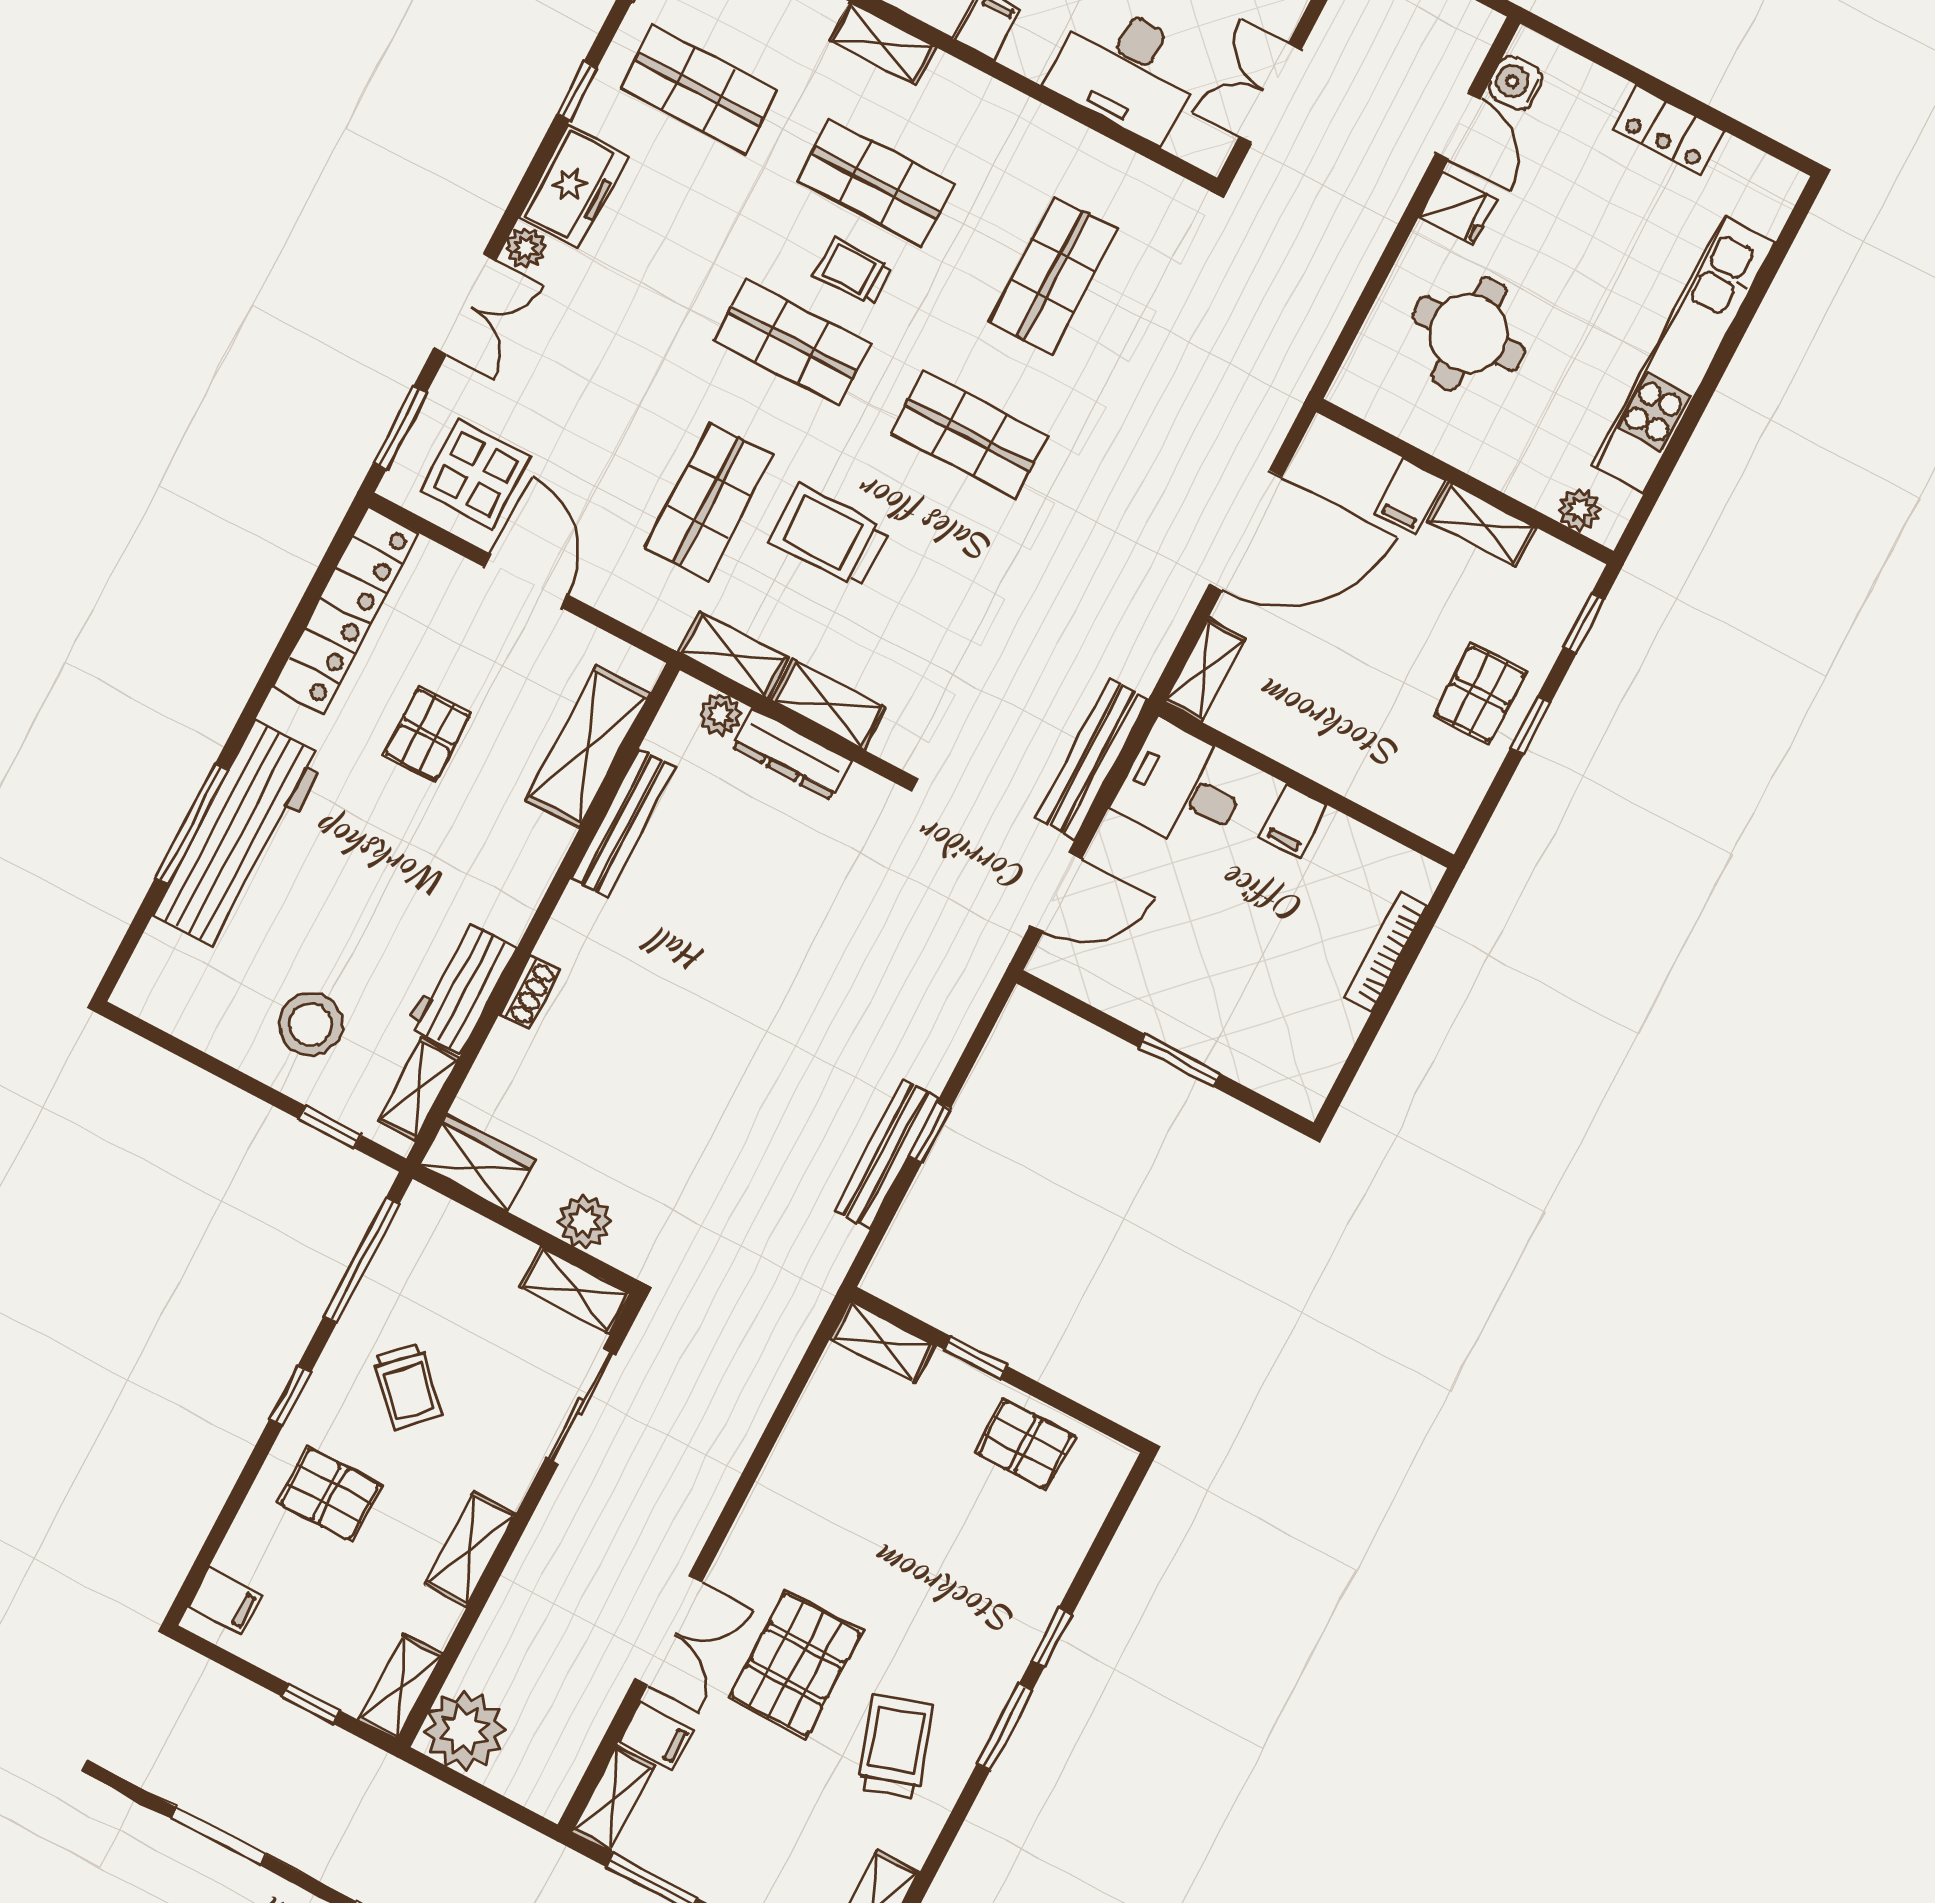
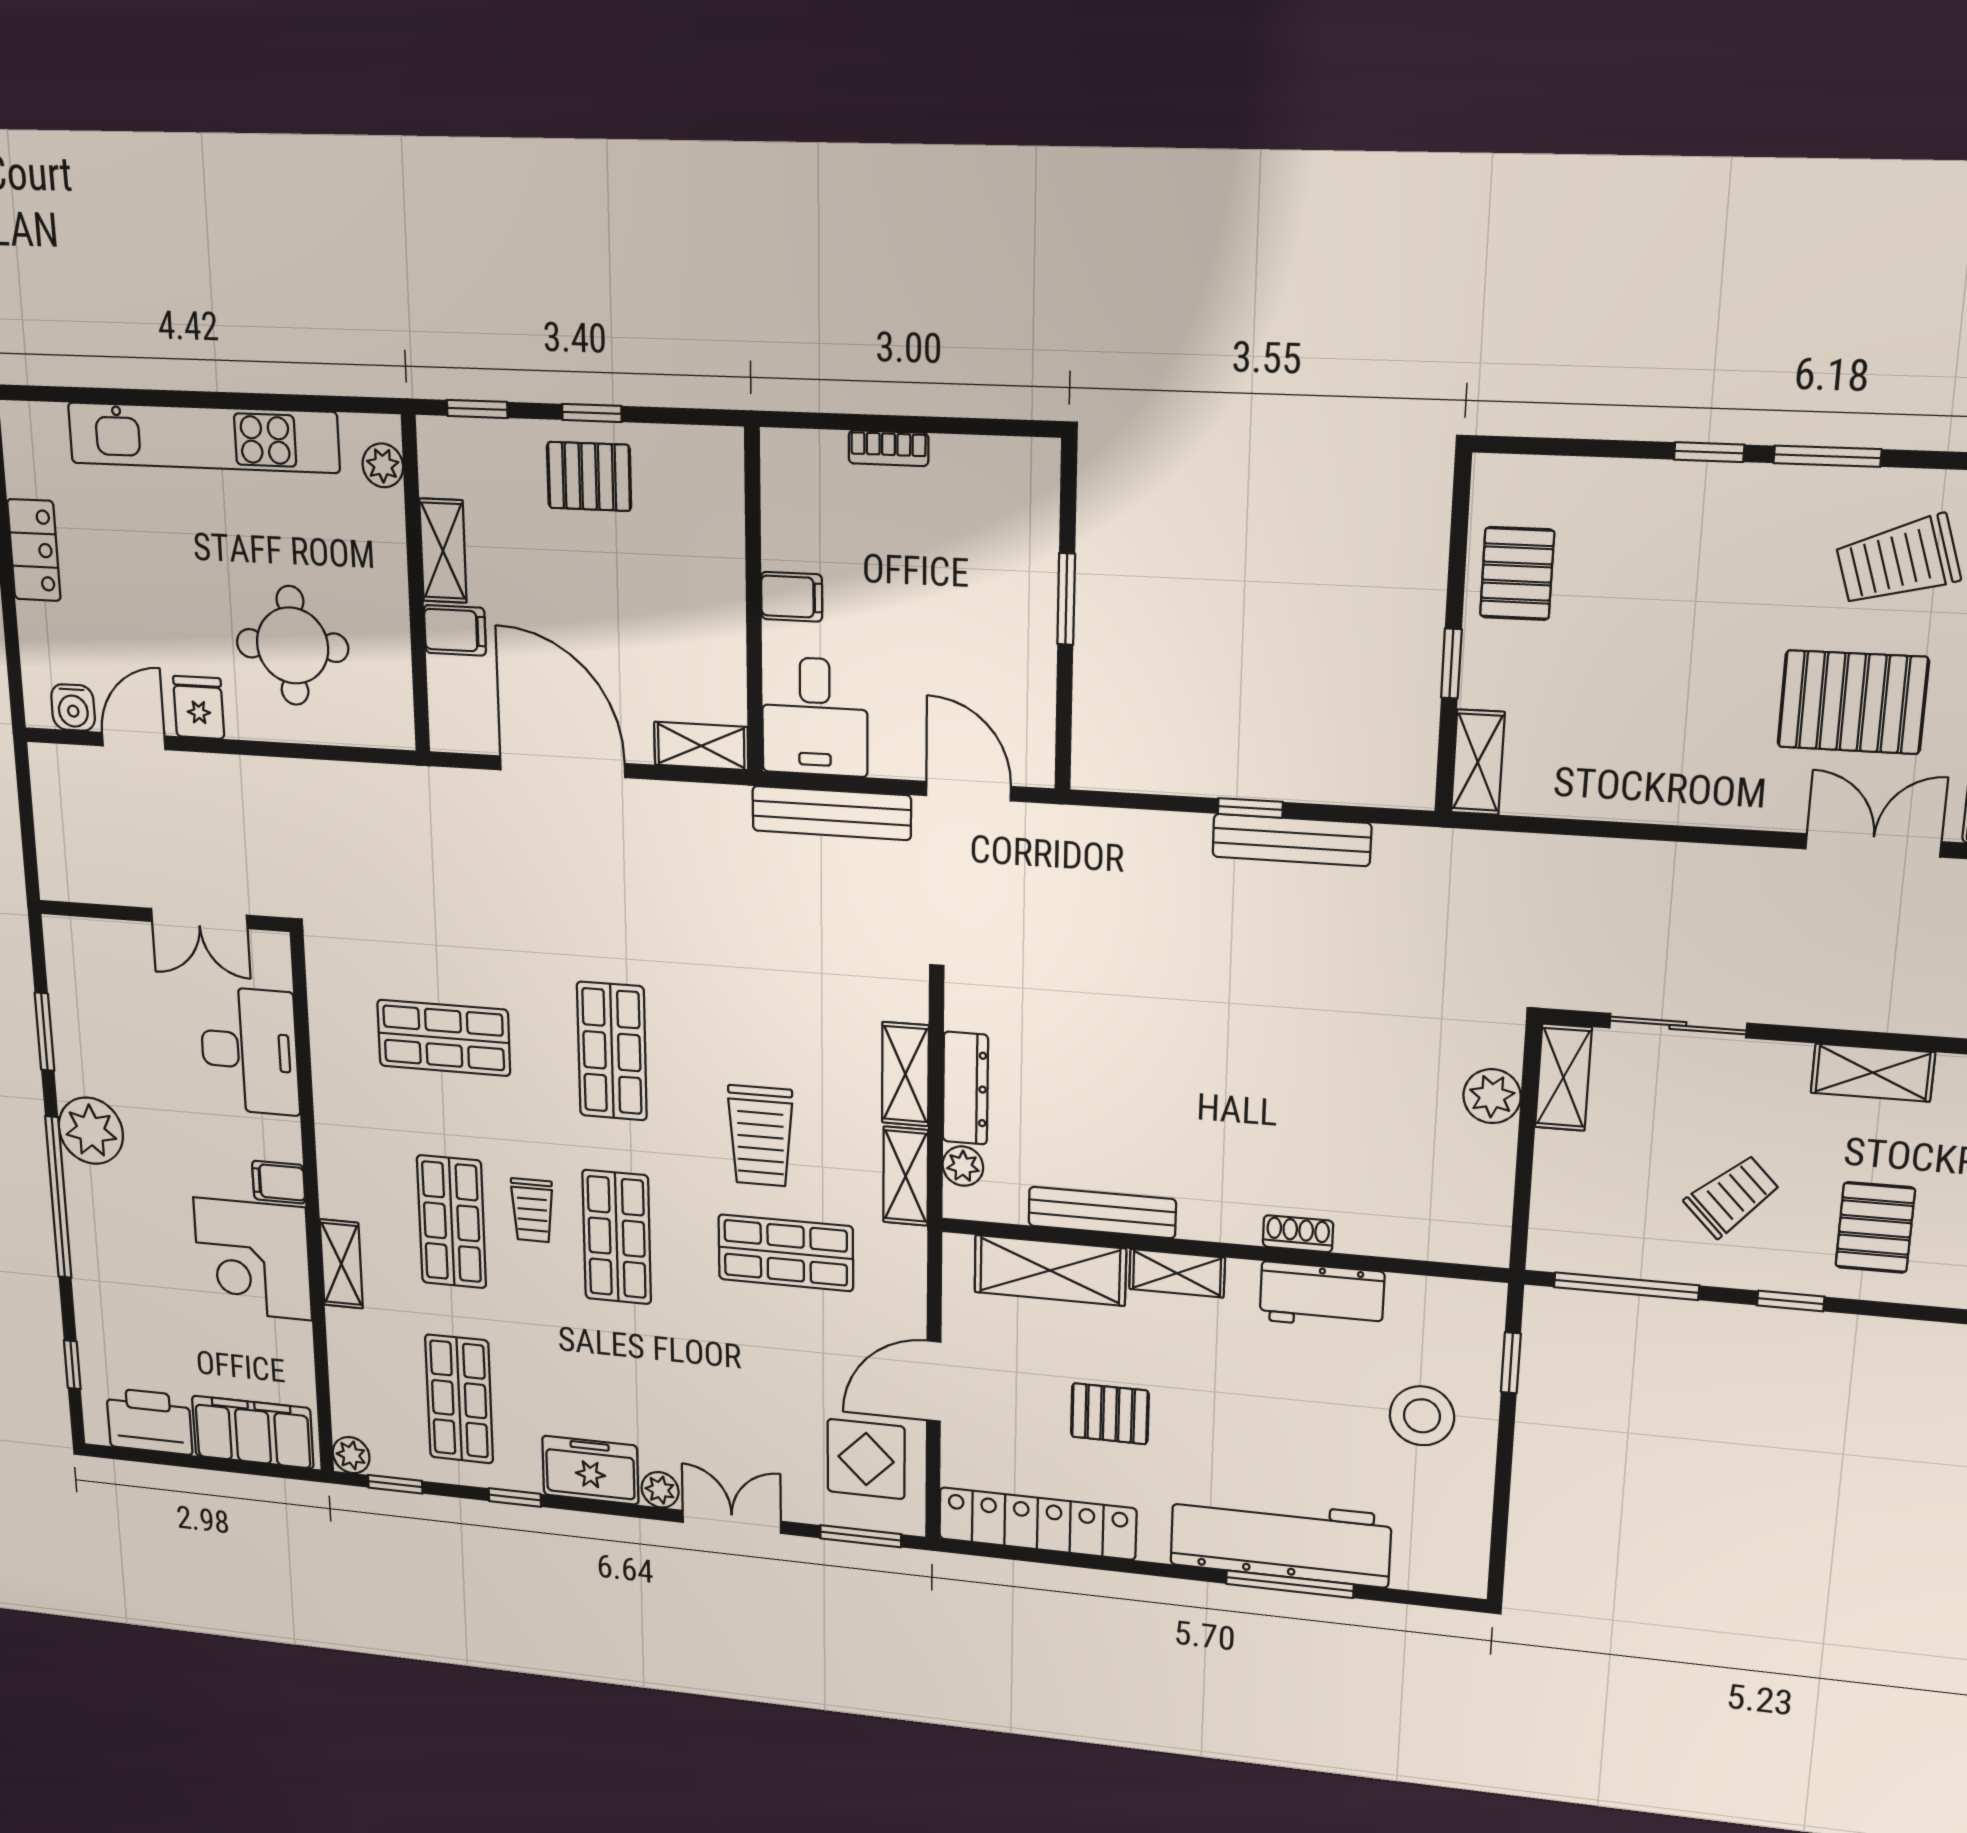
bookcase: (1386, 952) -> (889, 448), width x0.64
shelving: (419, 1089) -> (1177, 1273), moved
wardrobe: (477, 1163) -> (1482, 1217), removed

